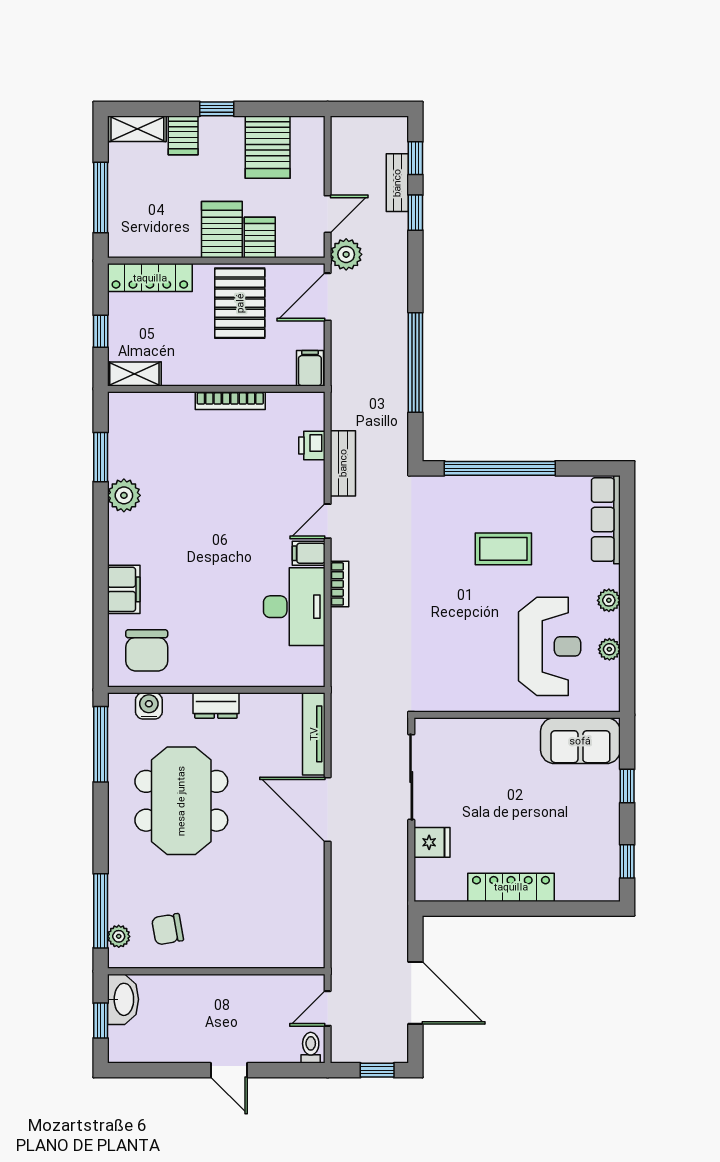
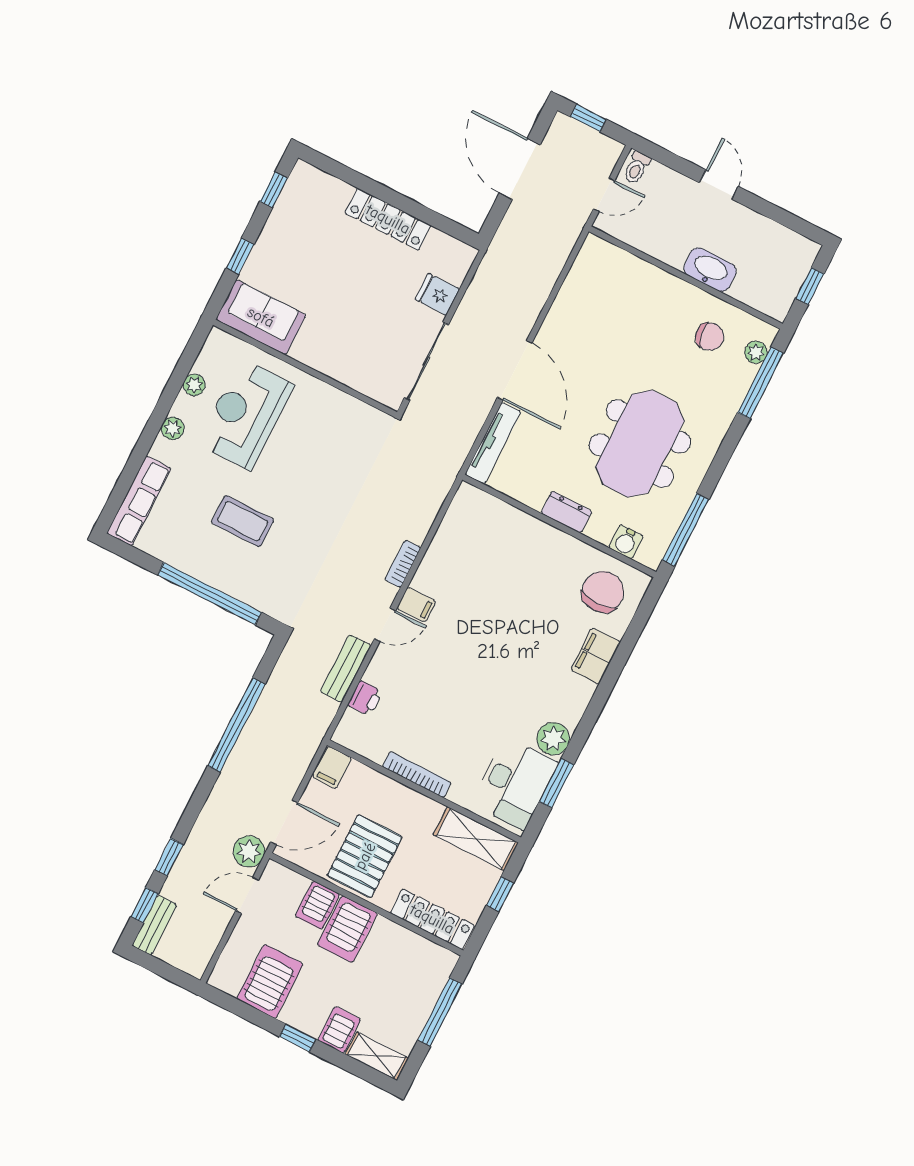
bench: (397, 183) -> (154, 925), moved
shelving: (134, 374) -> (476, 839), width x1.50, depth x1.33
desk: (294, 607) -> (515, 783), moved, turned 180
washbasin: (123, 999) -> (710, 270), moved, turned 90

